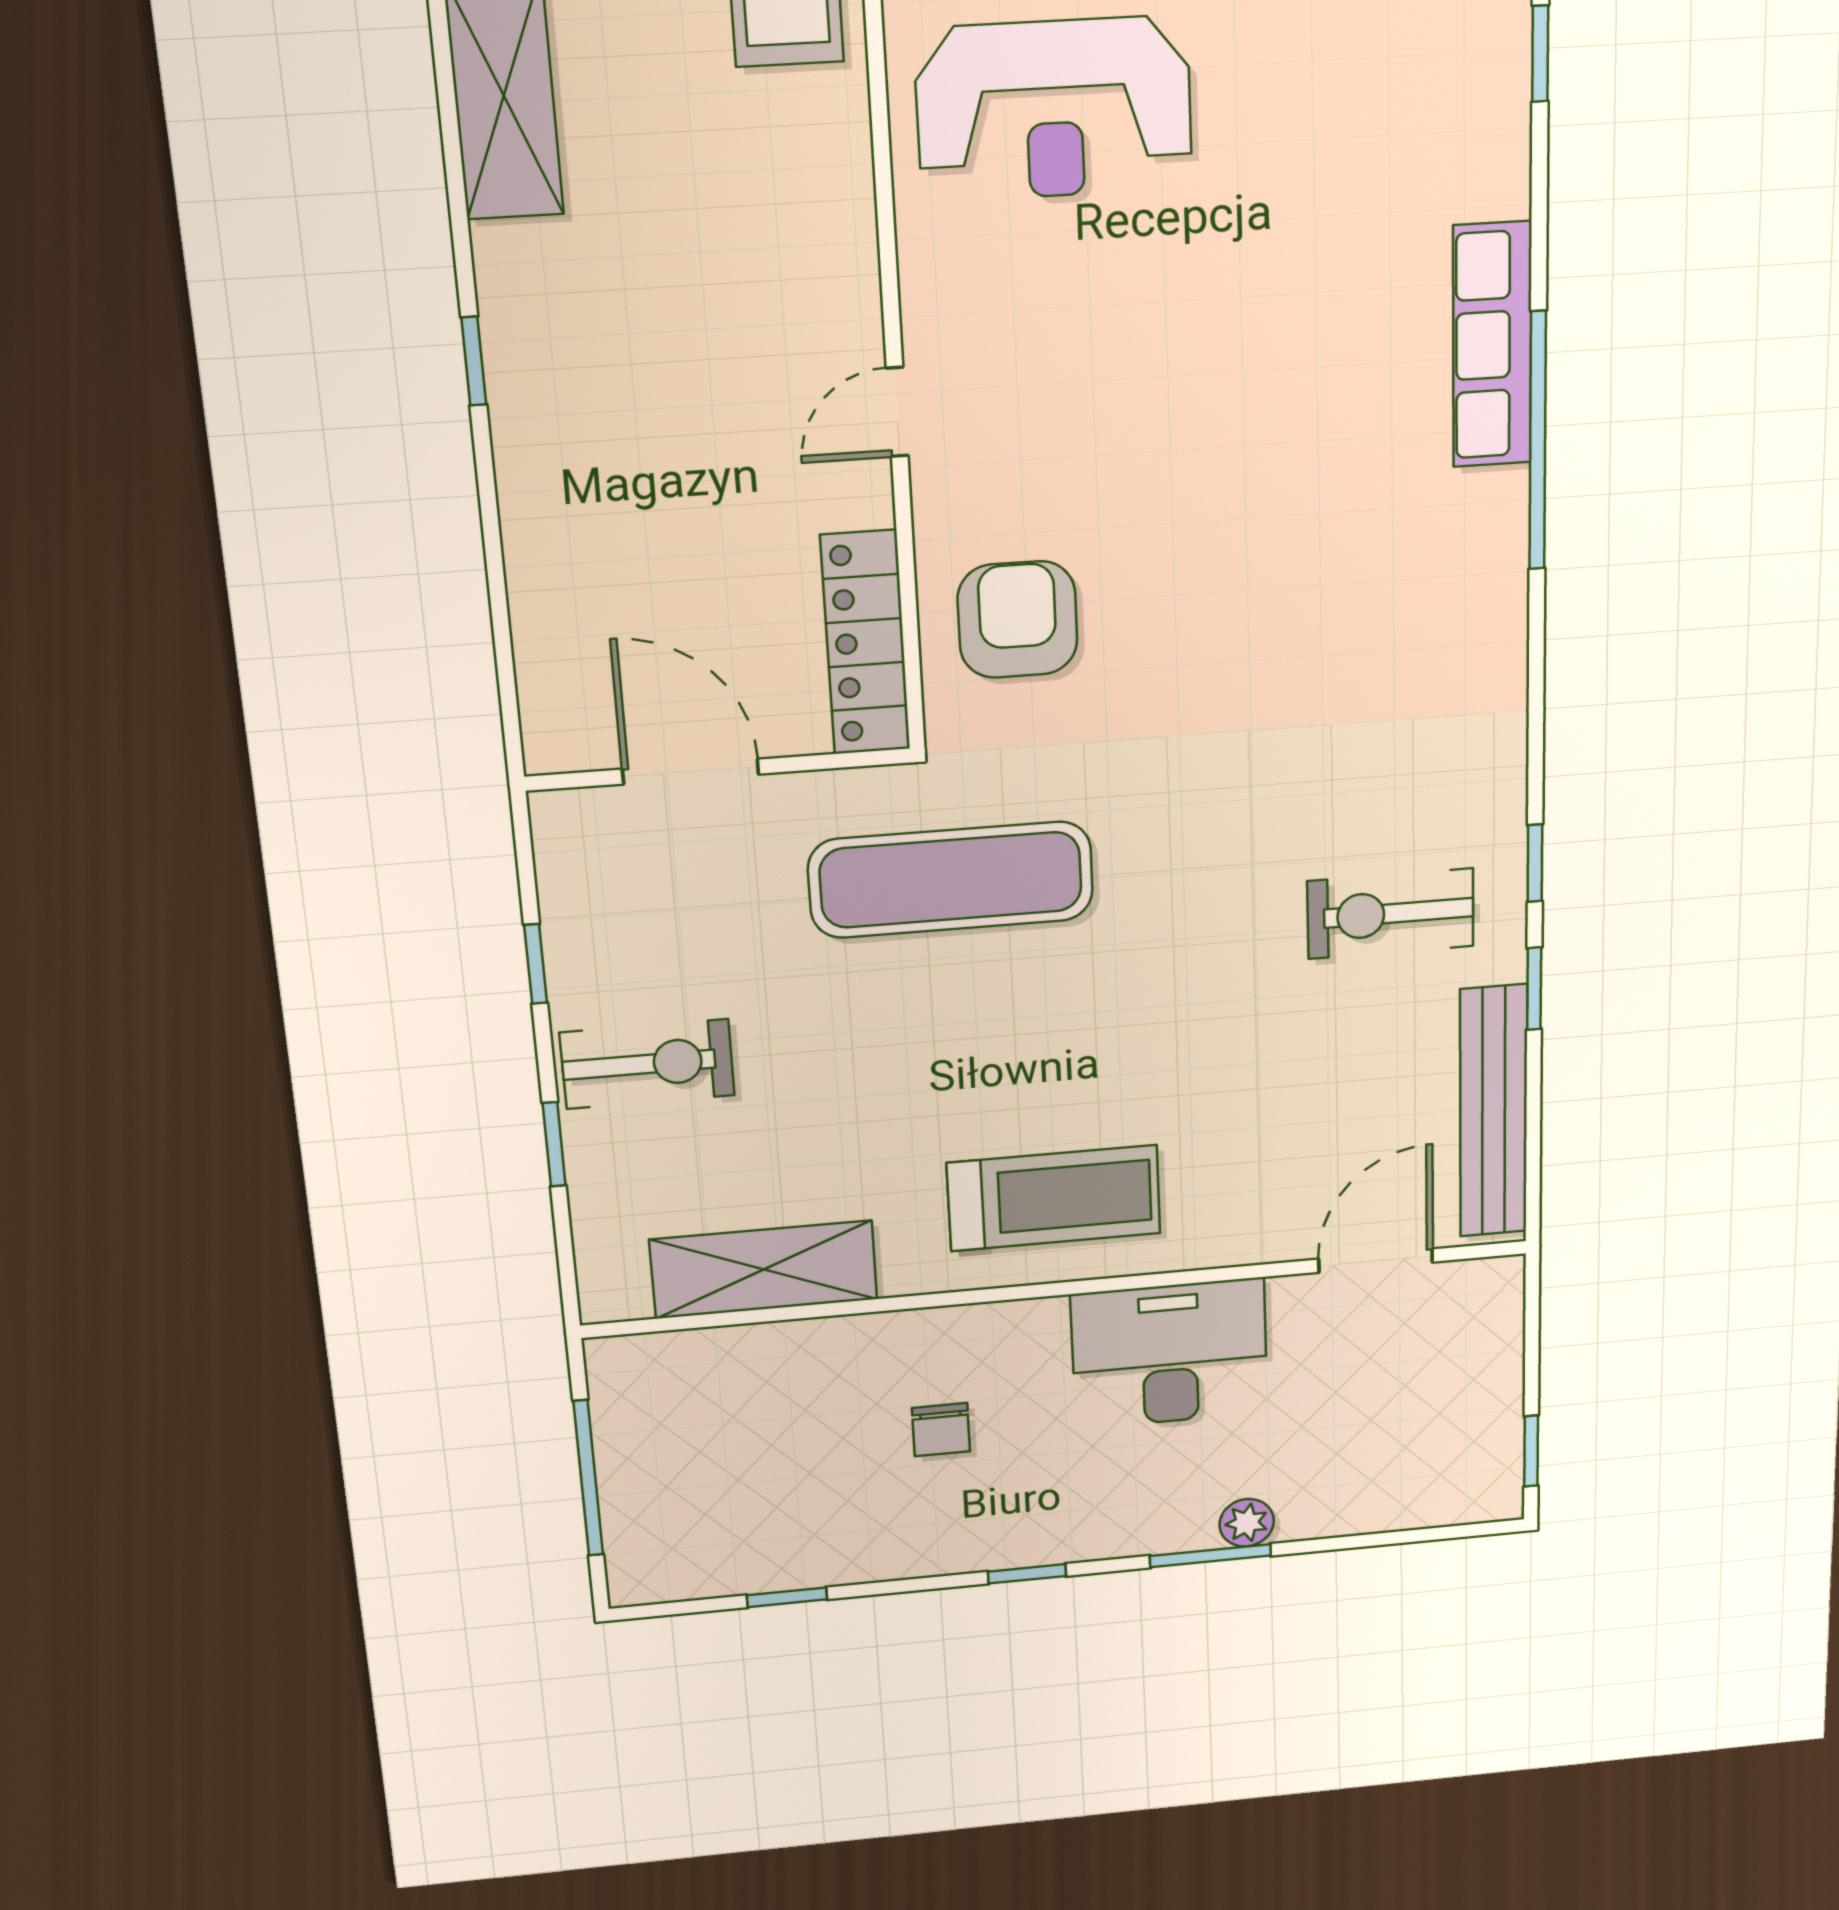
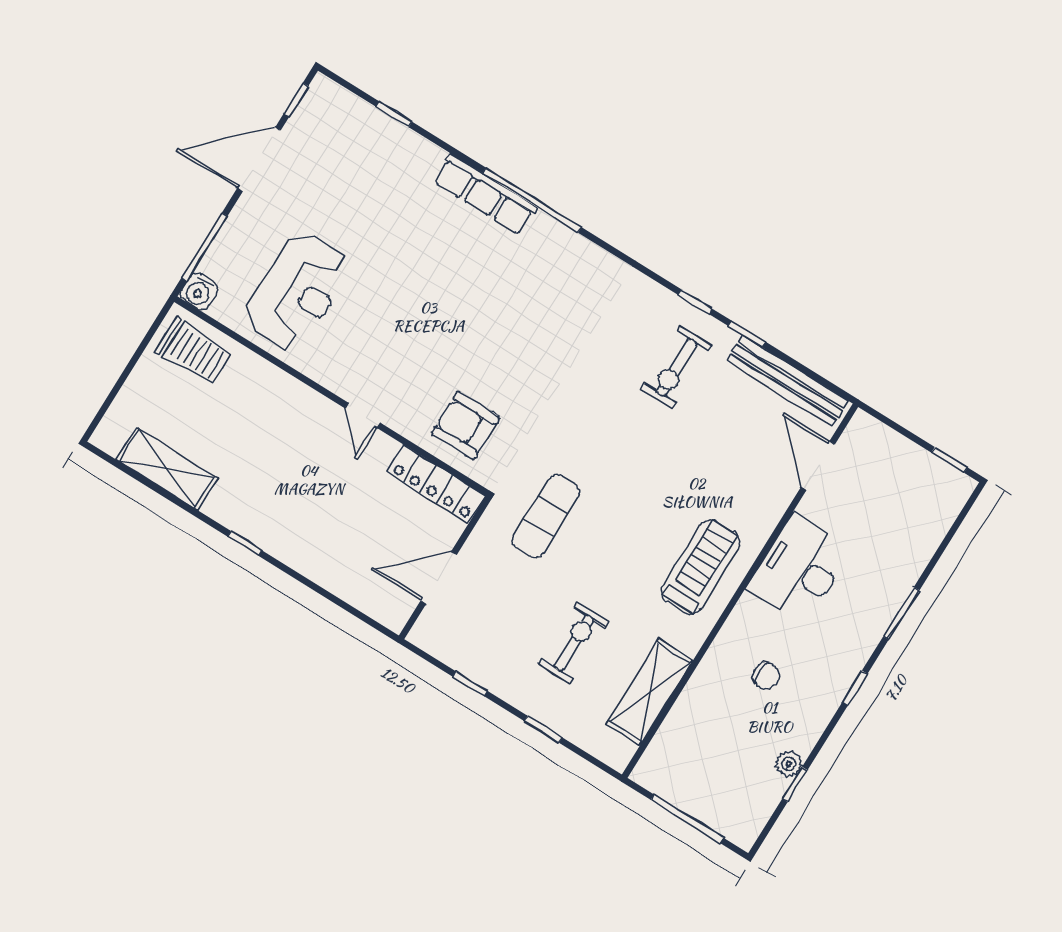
exercise mat: (951, 880) -> (546, 516), width x0.73, depth x0.69
exercise bike: (647, 1064) -> (574, 643), moved
plant: (1247, 1523) -> (789, 764), moved

